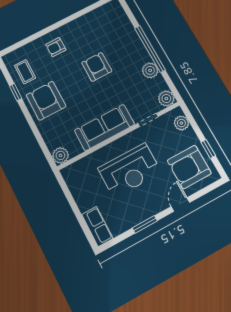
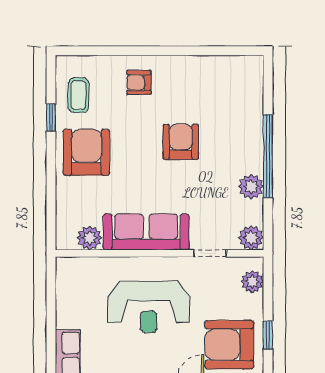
plant: (60, 155) -> (89, 238), moved

